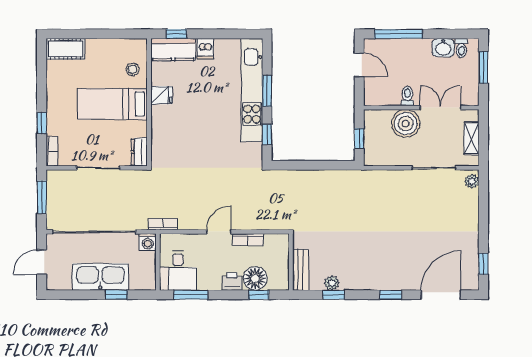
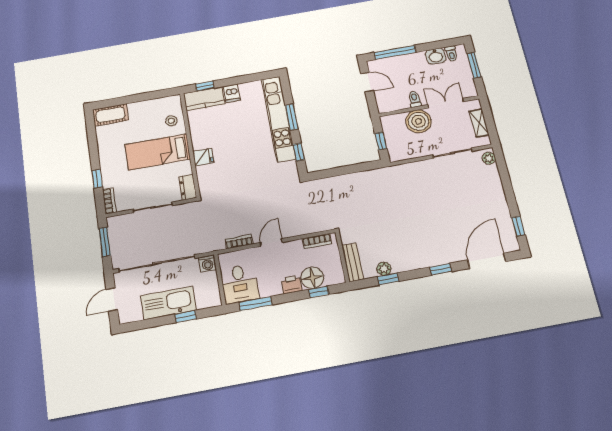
fridge: (161, 95) -> (203, 157), moved
bookcase: (163, 224) -> (239, 242), moved
bookcase: (248, 240) -> (317, 241), moved

